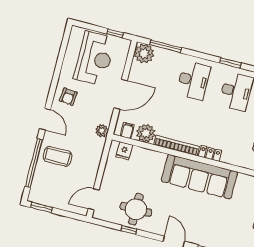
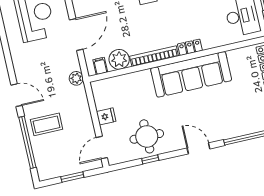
armchair: (68, 97) -> (28, 62), removed
fridge: (124, 151) -> (106, 116), moved, turned -90
window: (42, 207) -> (72, 177), moved

